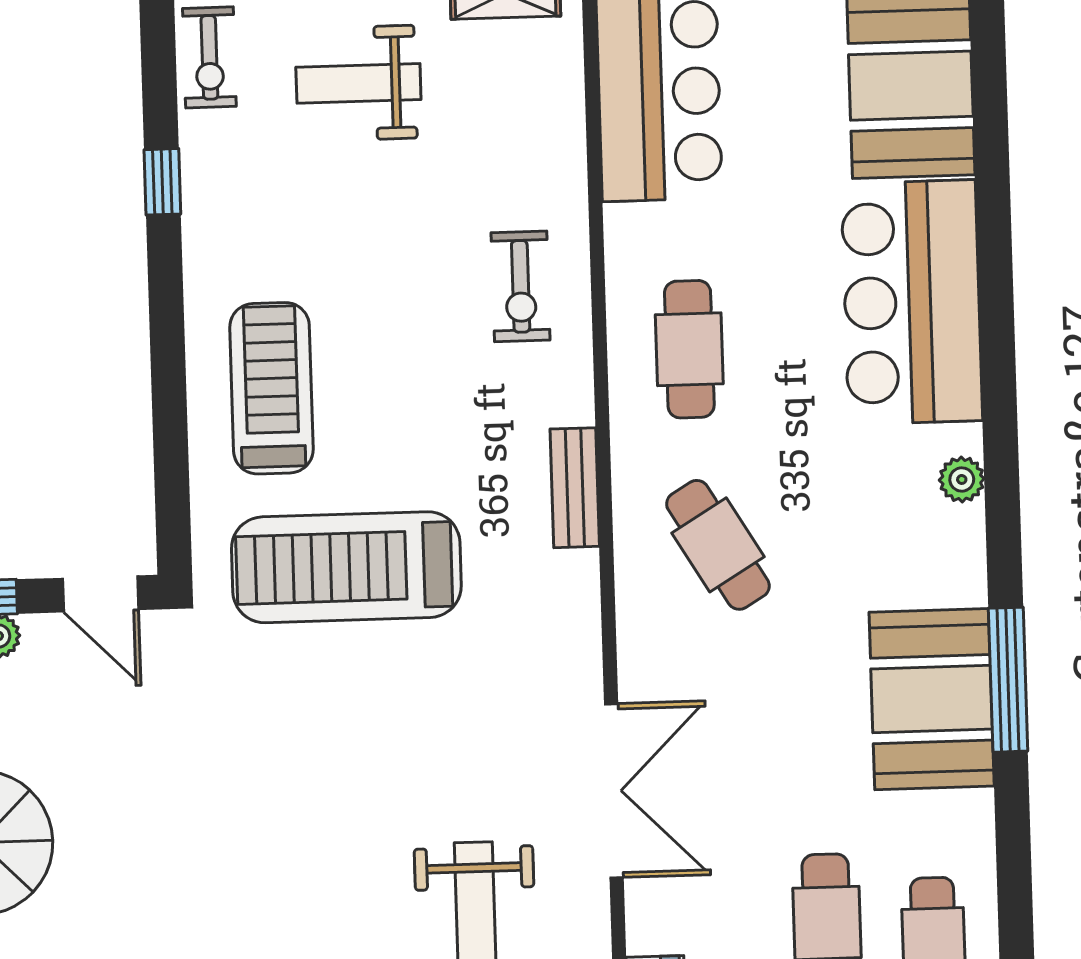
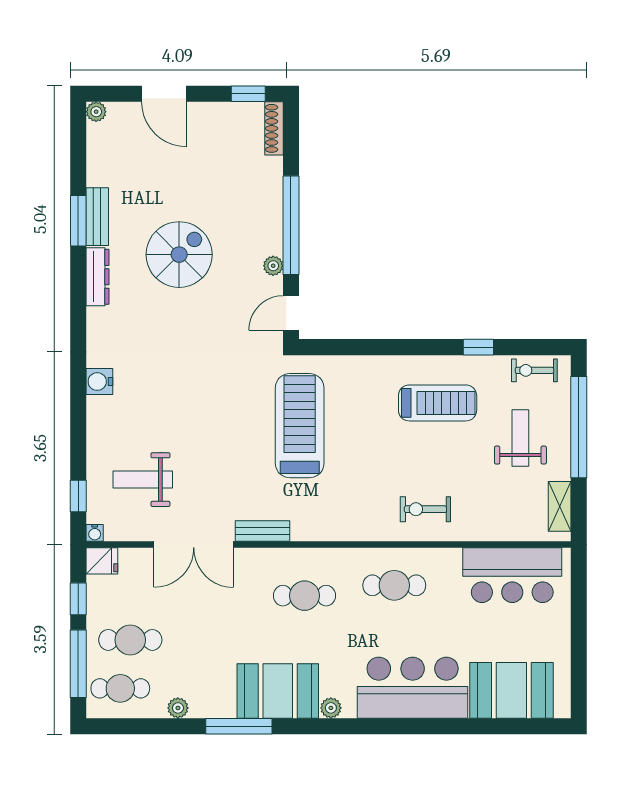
treadmill: (271, 388) -> (438, 403), moved
bench: (575, 488) -> (262, 531), moved
cafe table: (718, 545) -> (305, 596), turned 31
booth: (932, 699) -> (278, 691), moved
plant: (972, 814) -> (178, 708), added

